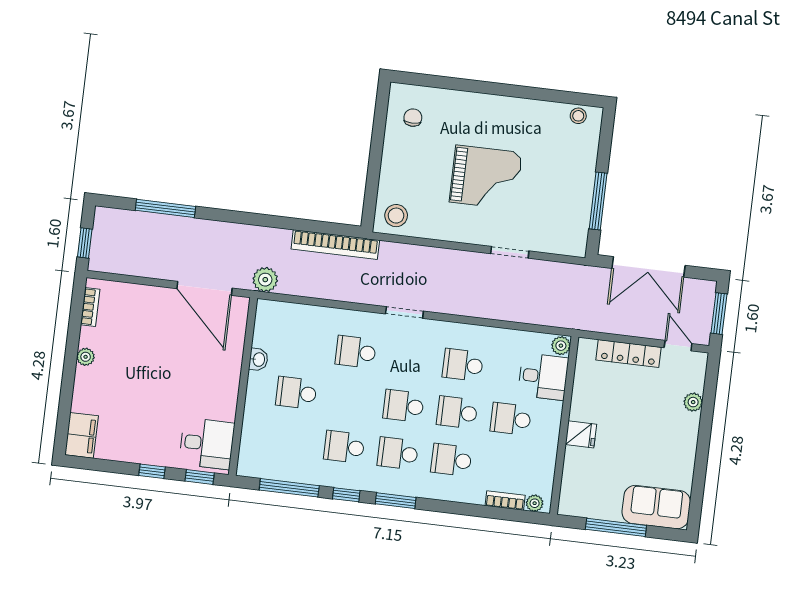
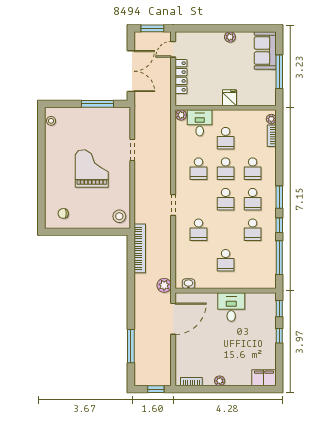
washbasin: (258, 360) -> (188, 284), moved
plant: (693, 402) -> (230, 37), moved
desk: (207, 444) -> (231, 307), moved

